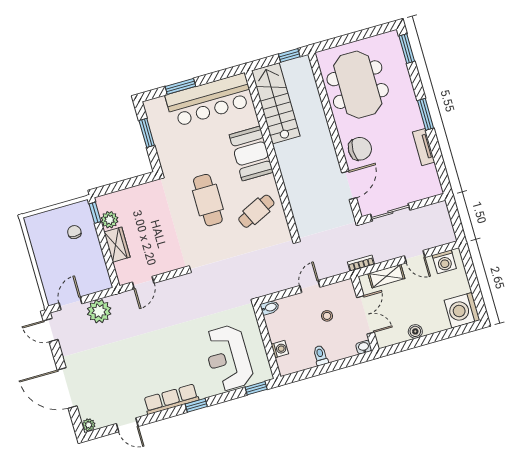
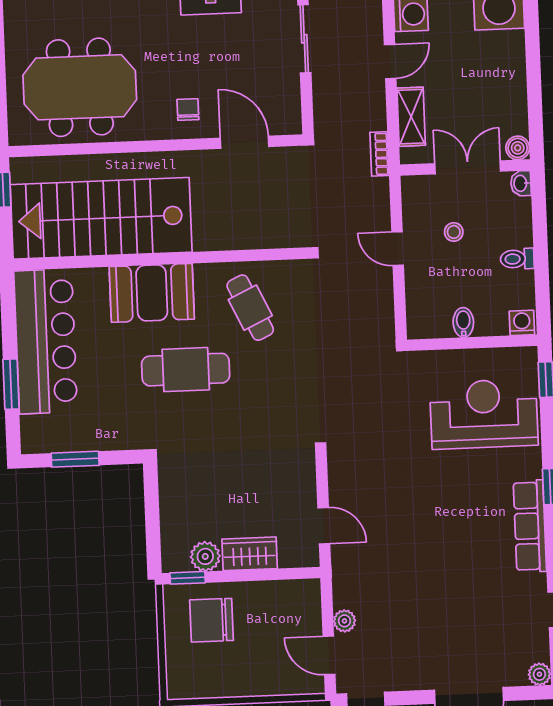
stairs: (276, 103) -> (101, 218), width x1.36, depth x1.51
chair: (360, 149) -> (188, 110), width x0.54, depth x0.54
cafe table: (208, 200) -> (186, 370), moved
sliding door: (390, 212) -> (304, 39), moved
chair: (74, 232) -> (212, 620), width x1.87, depth x1.87
bidet: (270, 307) -> (463, 322), moved
plant: (99, 311) -> (344, 621), width x0.53, depth x0.53
boiler: (415, 331) -> (518, 148), moved
washing machine: (280, 349) -> (522, 323), moved
reception desk: (228, 358) -> (484, 414), turned 180

